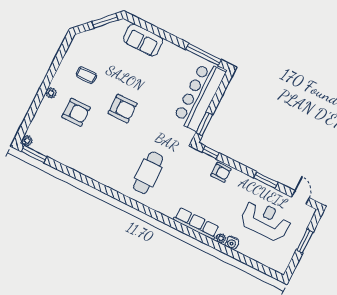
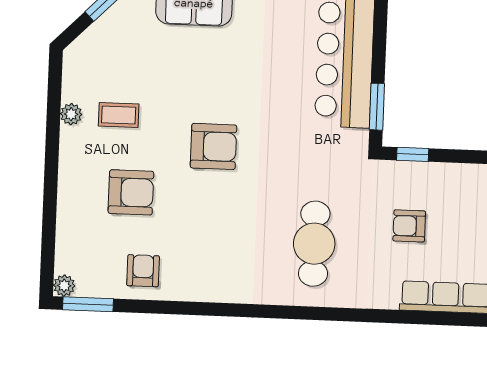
plant: (51, 93) -> (71, 114), moved
armchair: (66, 150) -> (143, 271), added
armchair: (221, 172) -> (409, 226), moved, turned 180

